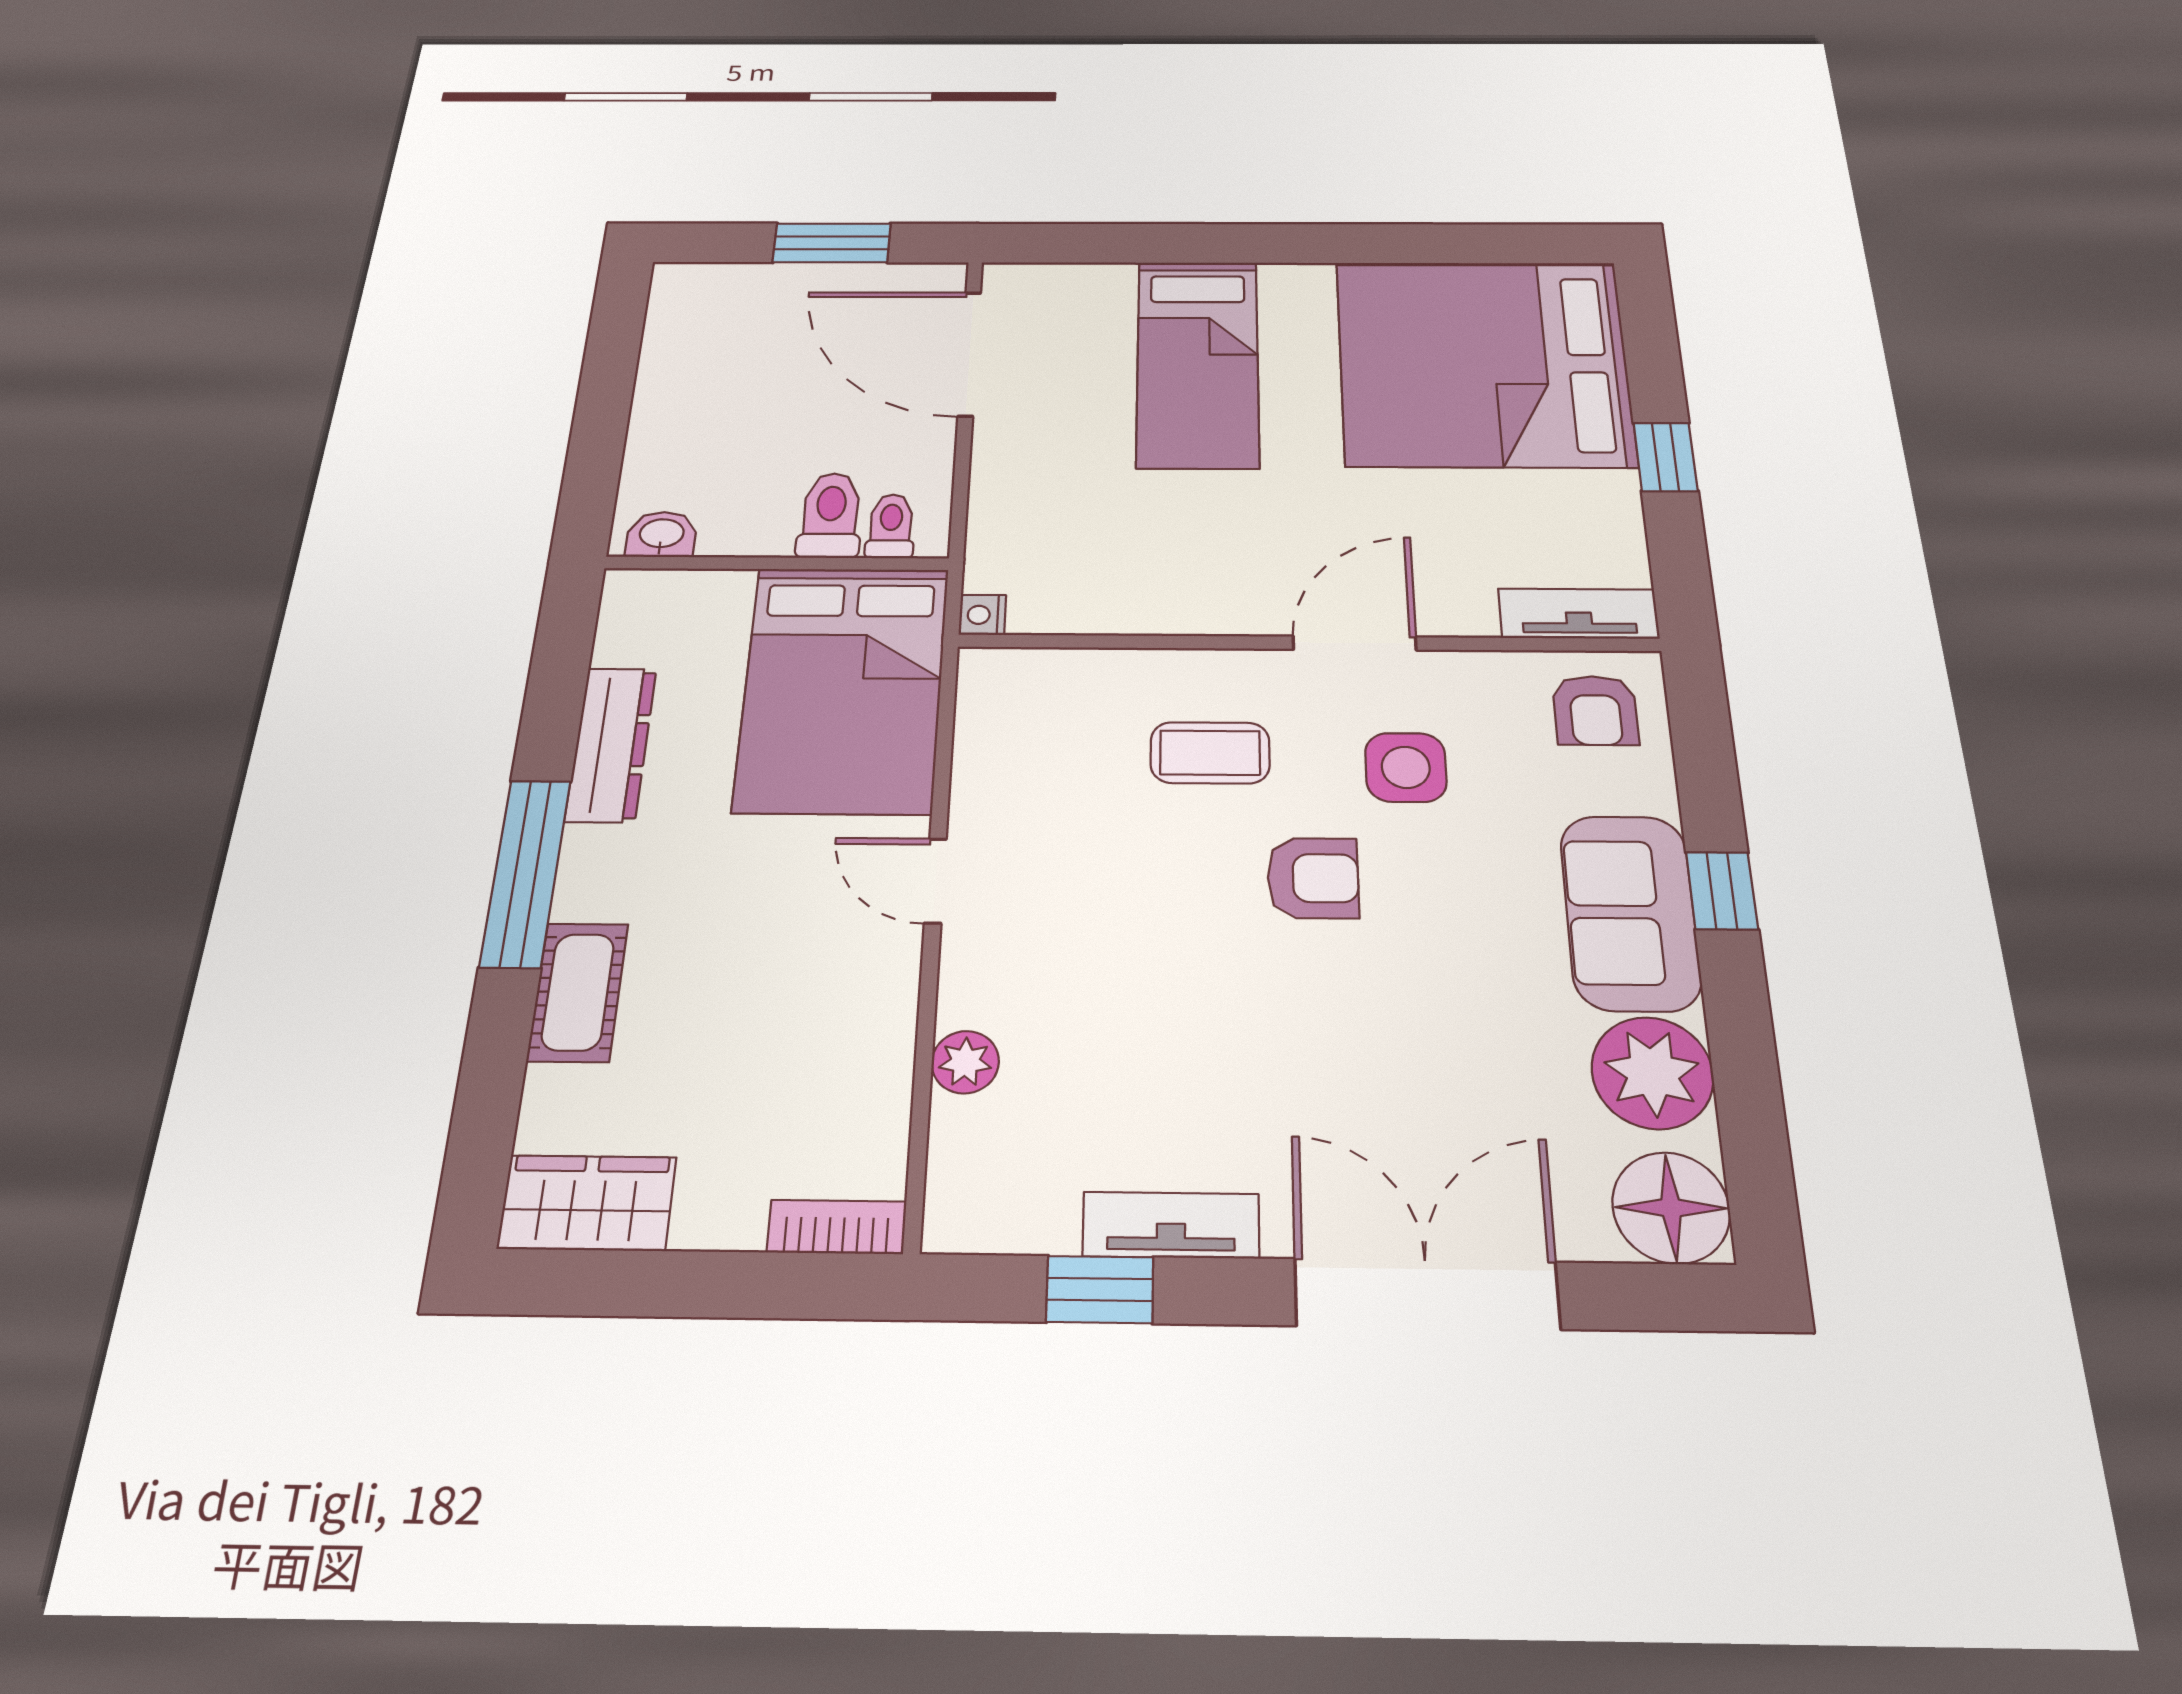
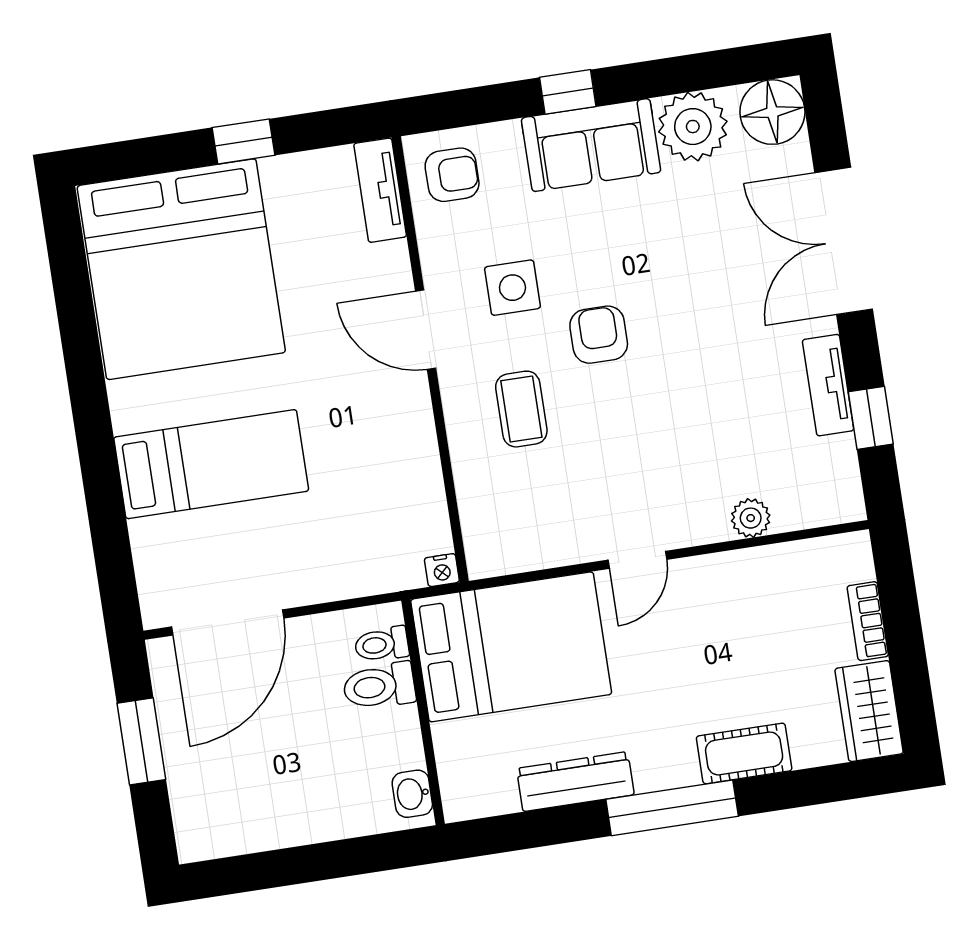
bookcase: (837, 1227) -> (868, 621), moved

